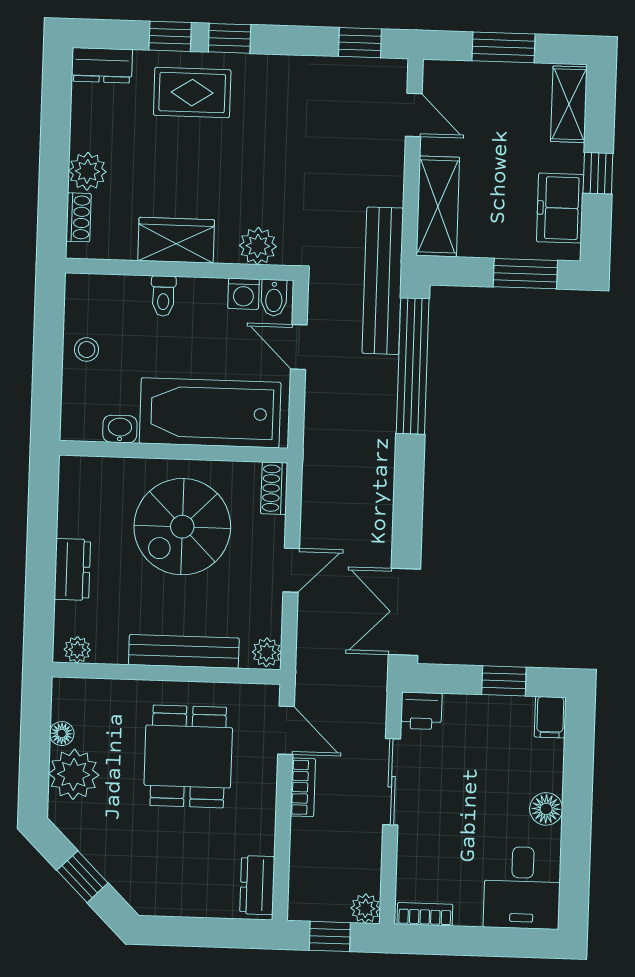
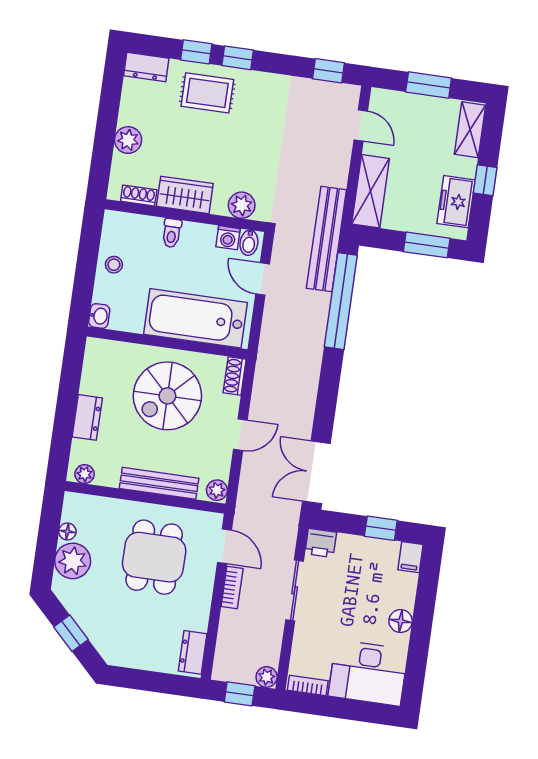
shoe rack: (79, 217) -> (139, 196), moved, turned -90
washbasin: (120, 429) -> (99, 316), moved, turned 90
desk: (522, 888) -> (368, 673), width x1.37

